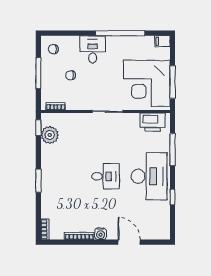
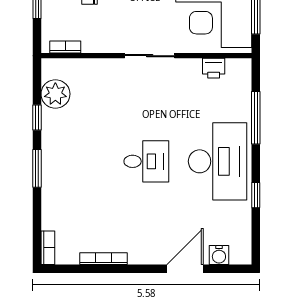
printer: (153, 122) -> (214, 68), width x0.53, depth x0.68
window: (38, 128) -> (37, 117), moved
water cooler: (101, 234) -> (219, 255), moved
door: (129, 242) -> (185, 269), hinge flipped

